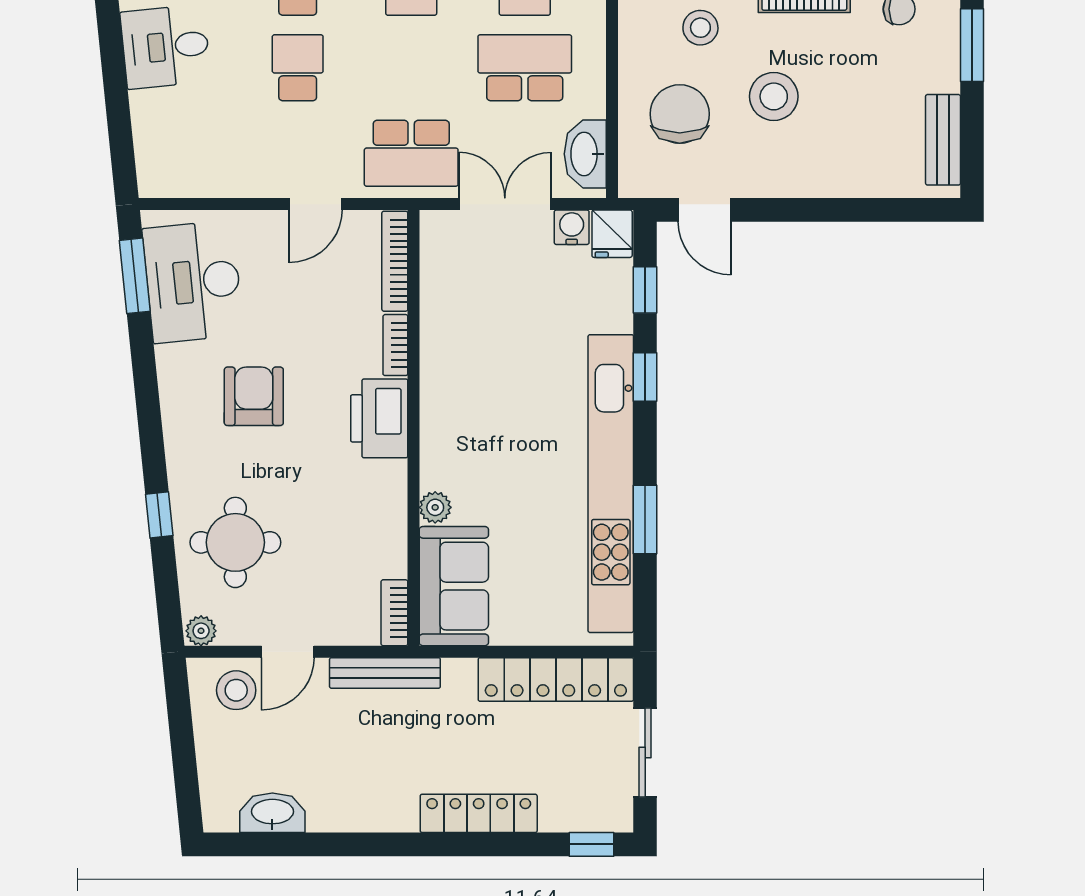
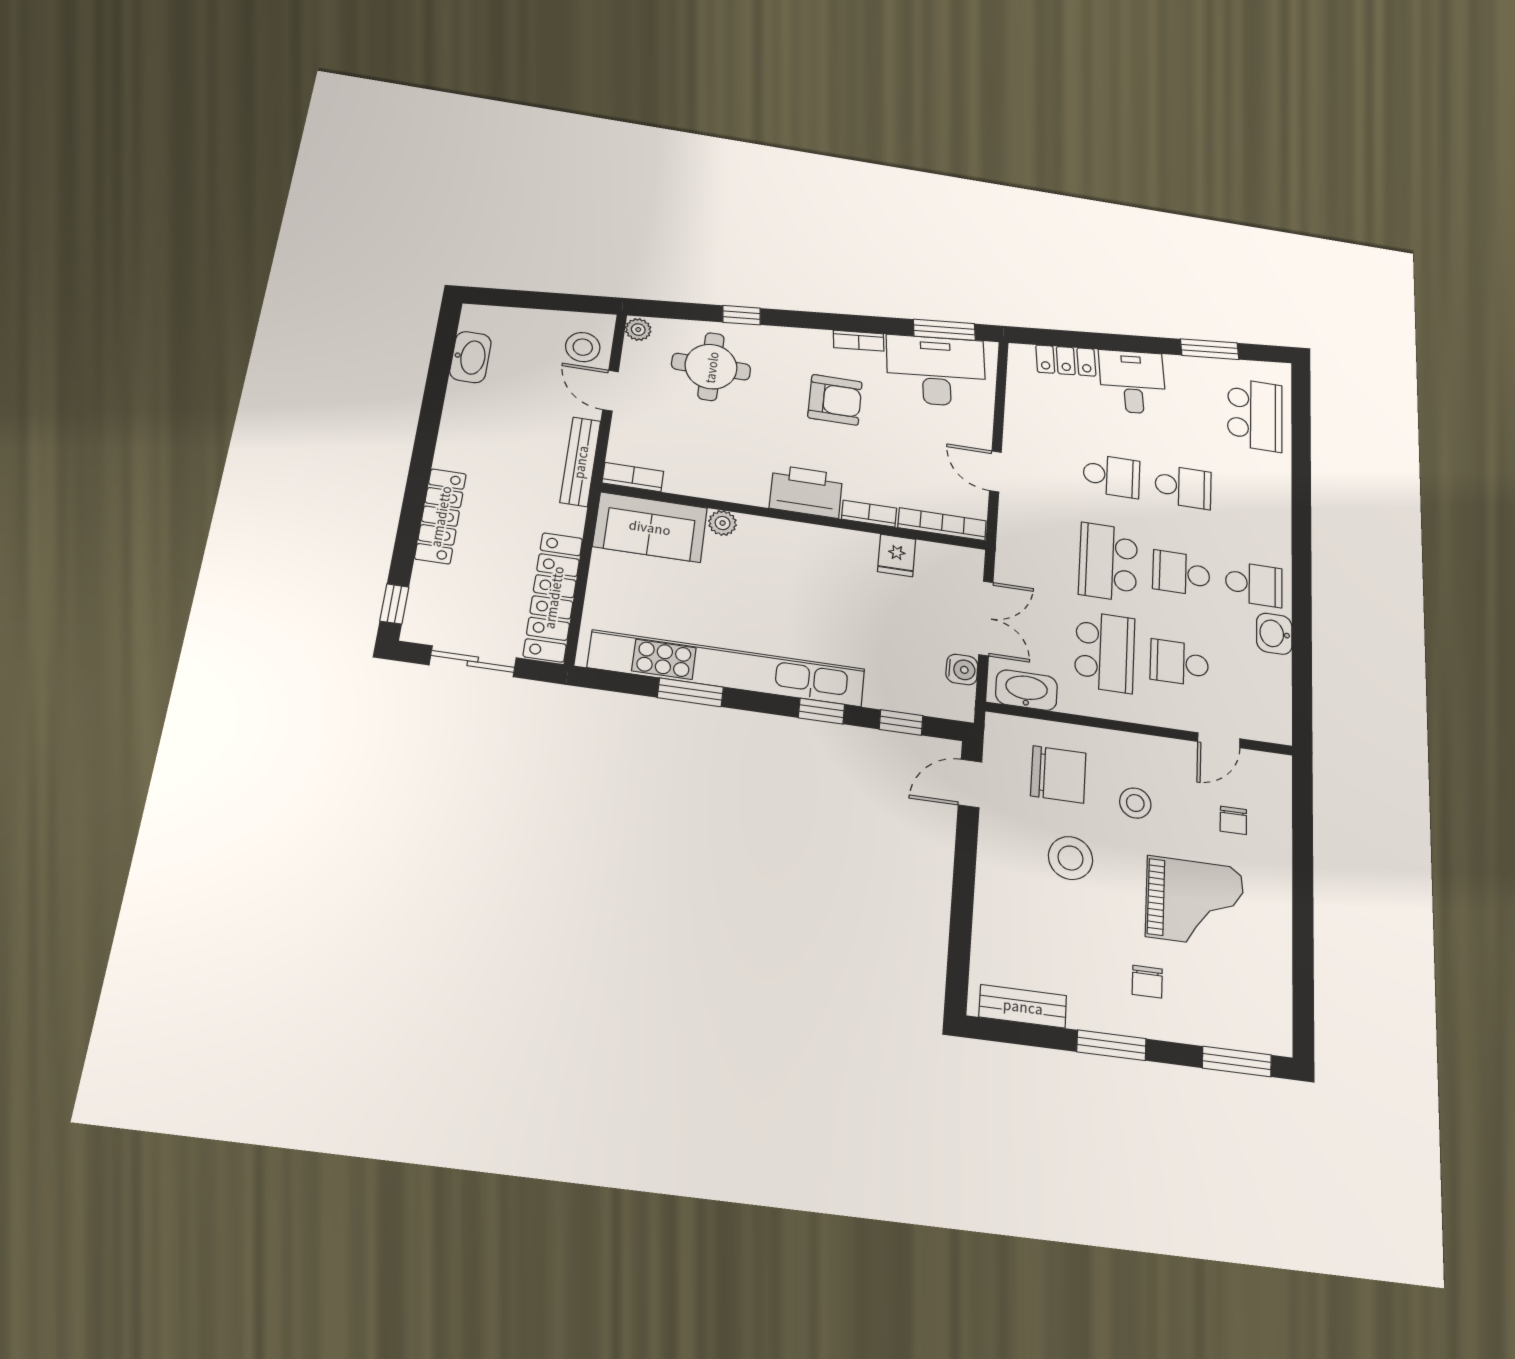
locker: (151, 128) -> (1066, 361), added
school desk: (411, 153) -> (1108, 562), moved
fridge: (612, 234) -> (897, 555), moved, turned -90
bookcase: (169, 376) -> (859, 341), added

